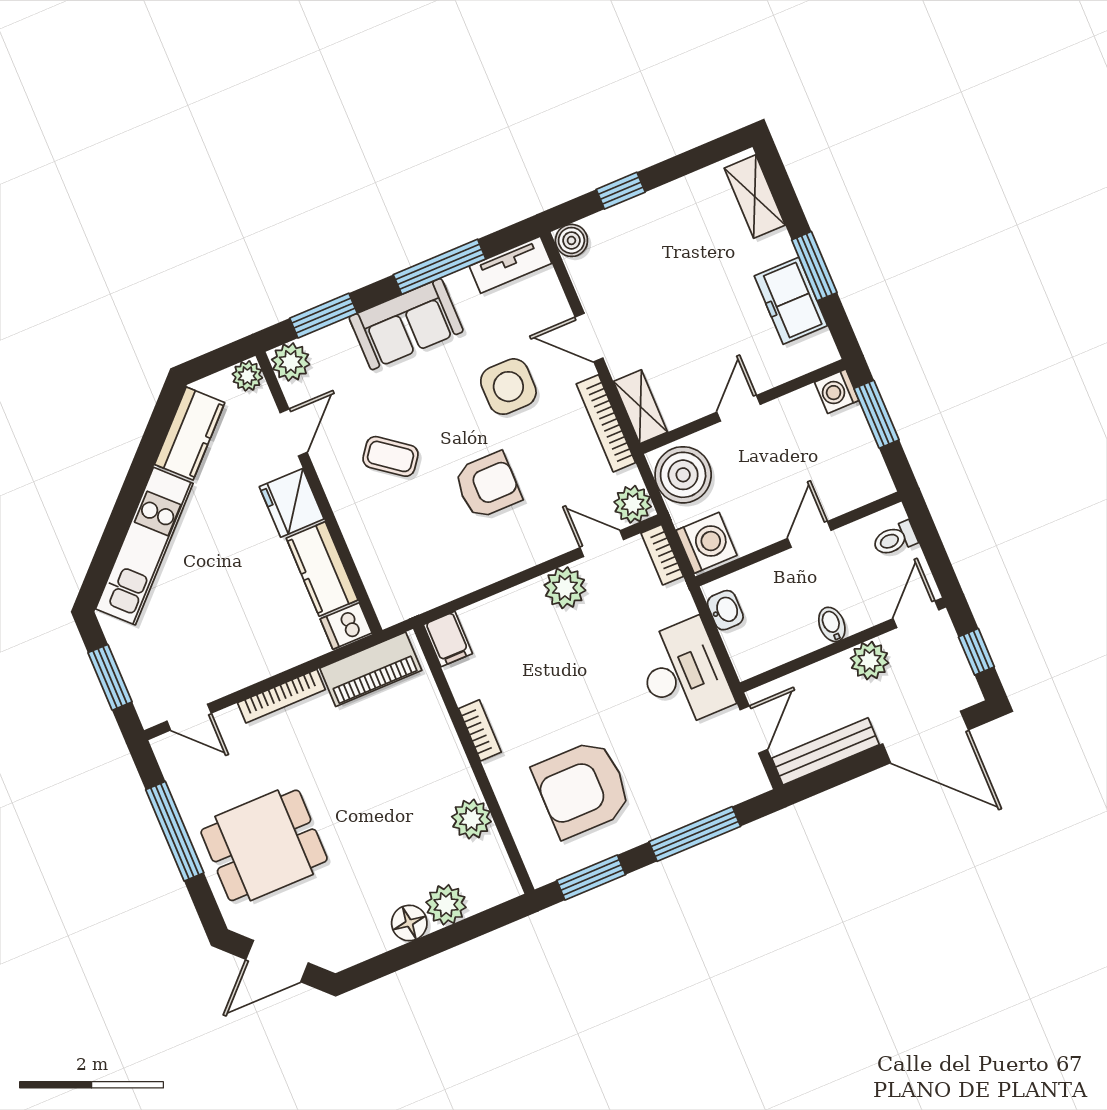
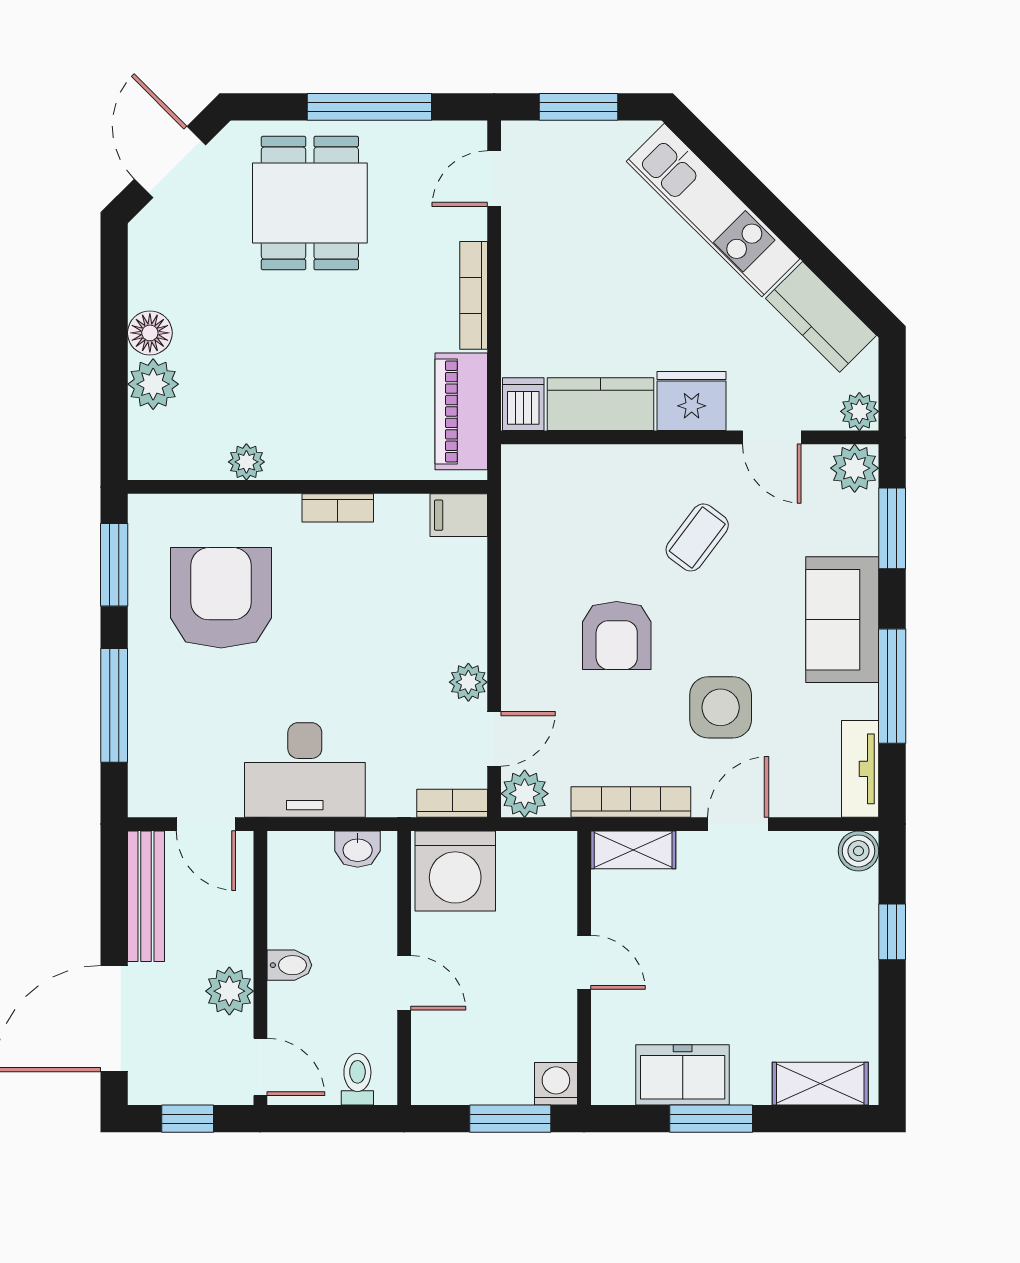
boiler: (683, 475) -> (534, 866), removed
washing machine: (707, 543) -> (455, 871), width x1.37, depth x1.37
plant: (565, 588) -> (468, 682), width x0.73, depth x0.73
plant: (471, 819) -> (246, 462), width x0.73, depth x0.73

